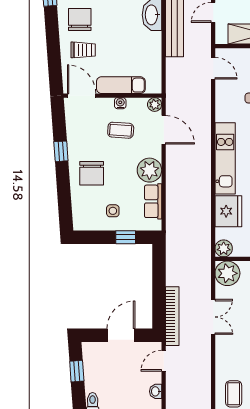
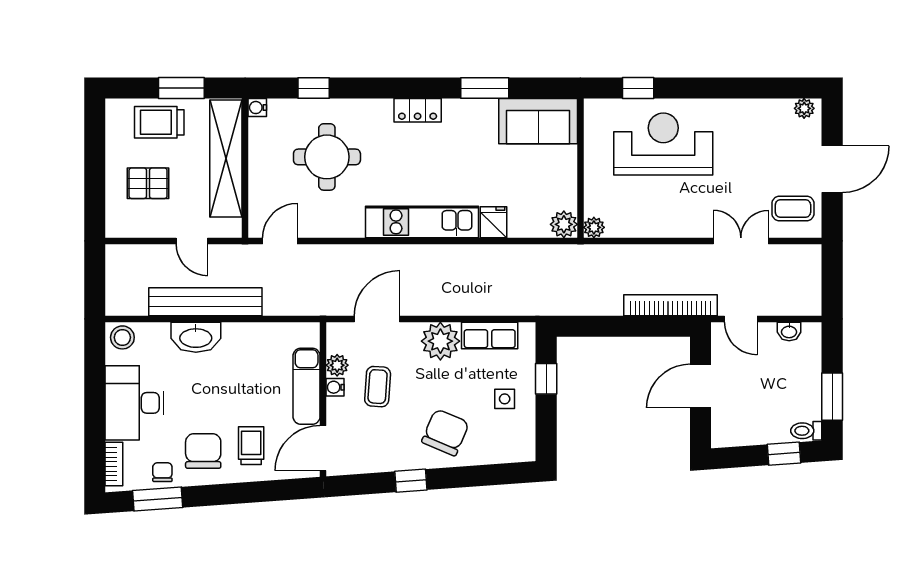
chair: (80, 20) -> (203, 451), turned 90
plant: (155, 105) -> (337, 365), moved
chair: (92, 173) -> (445, 432), turned -67
fridge: (228, 211) -> (494, 222), width x0.53, depth x0.75
plant: (227, 273) -> (594, 227), width x0.53, depth x0.53
double door: (213, 317) -> (741, 241), moved
door: (121, 335) -> (701, 386), hinge flipped
window: (77, 371) -> (784, 454), moved

